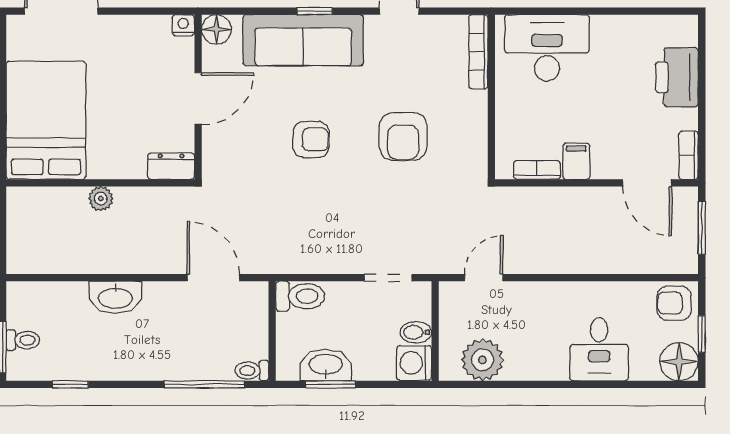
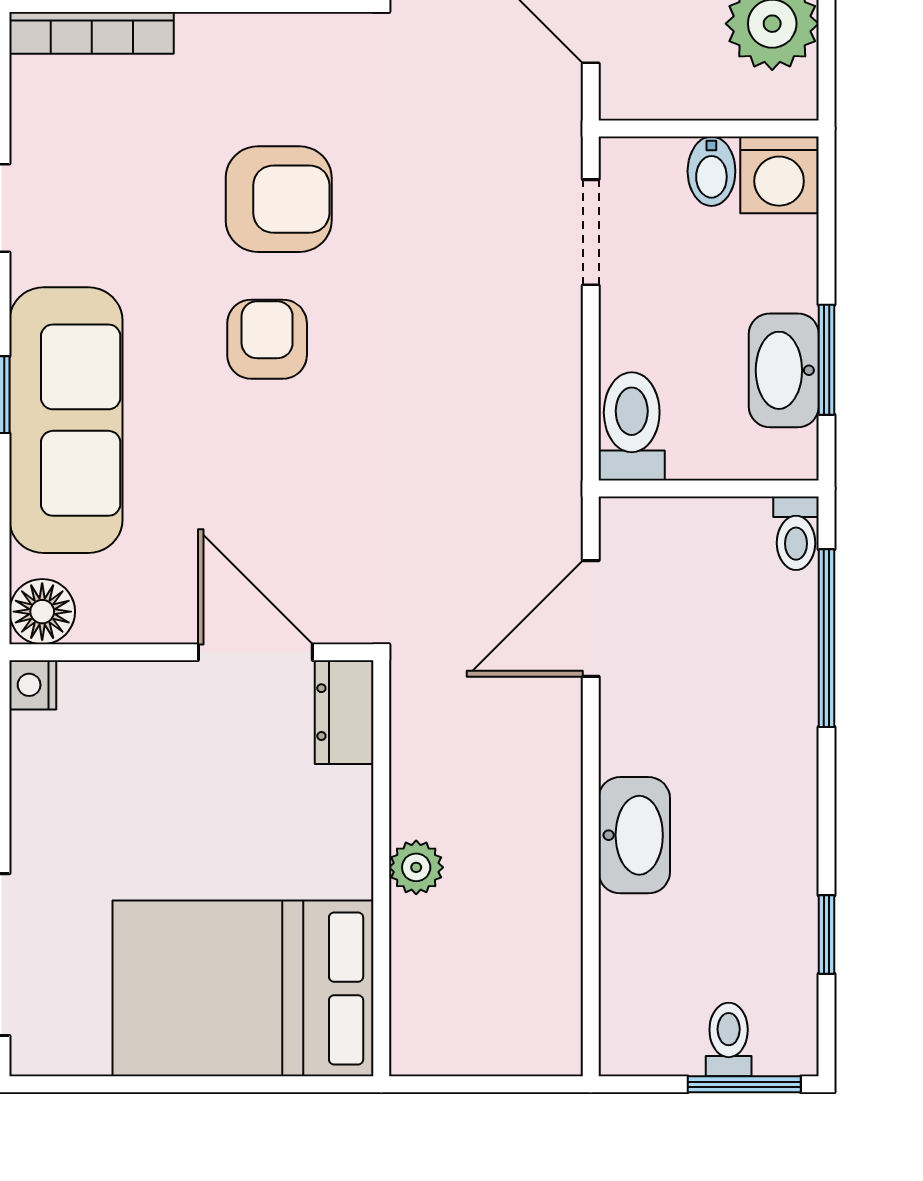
door: (198, 99) -> (255, 652), moved
armchair: (311, 140) -> (267, 339), moved

